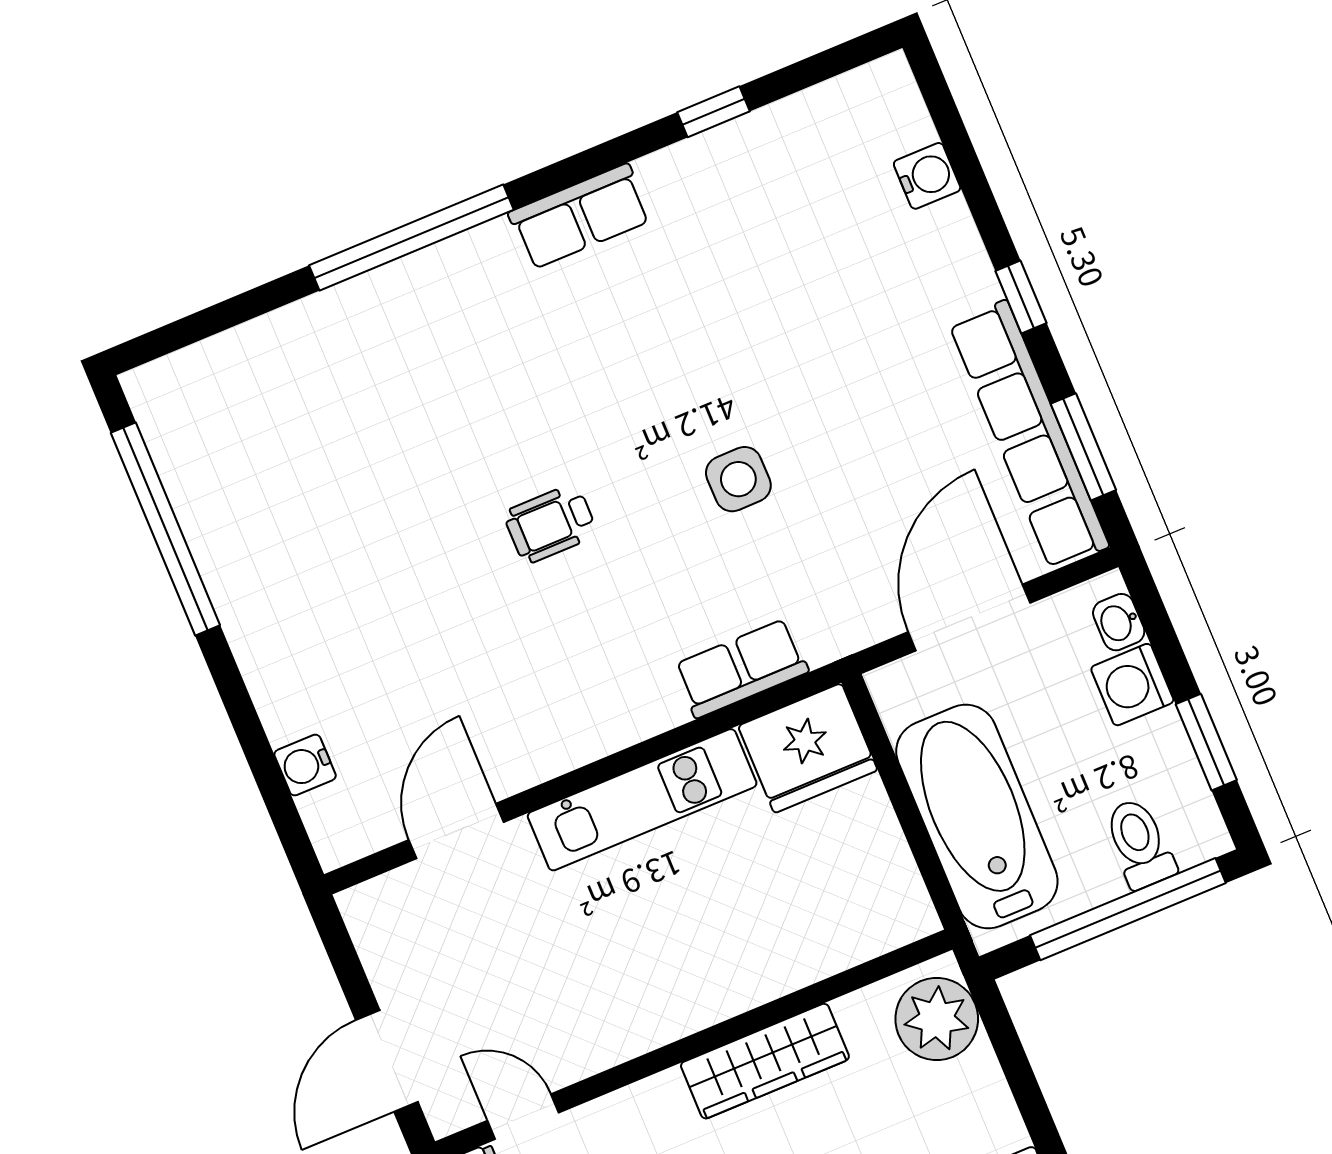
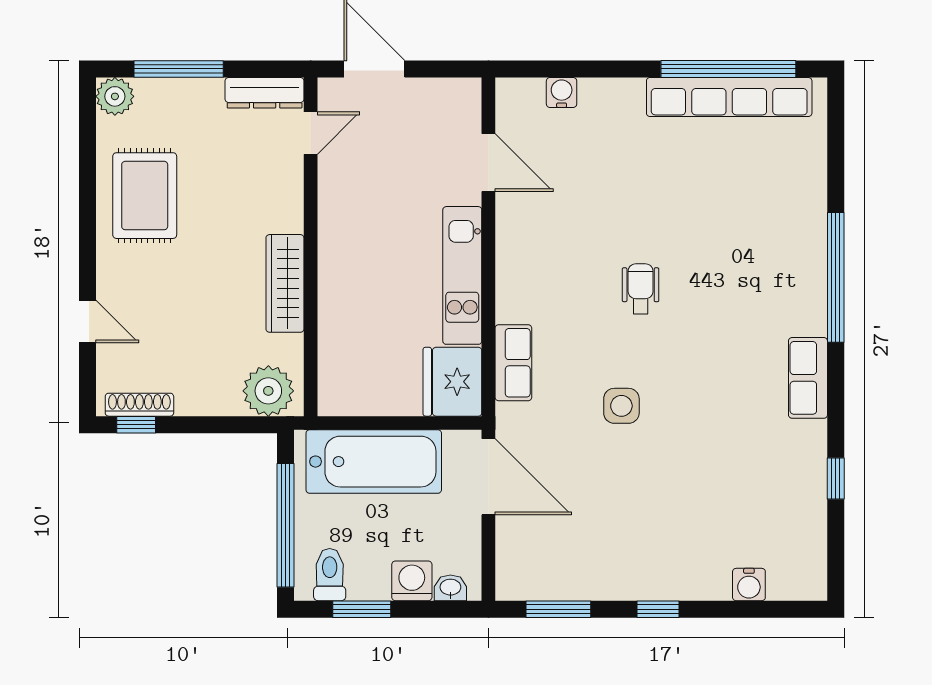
row of seats: (1029, 435) -> (729, 97), moved, turned 180
door: (969, 617) -> (488, 477), moved
toilet: (1140, 843) -> (330, 575), moved, turned -90

